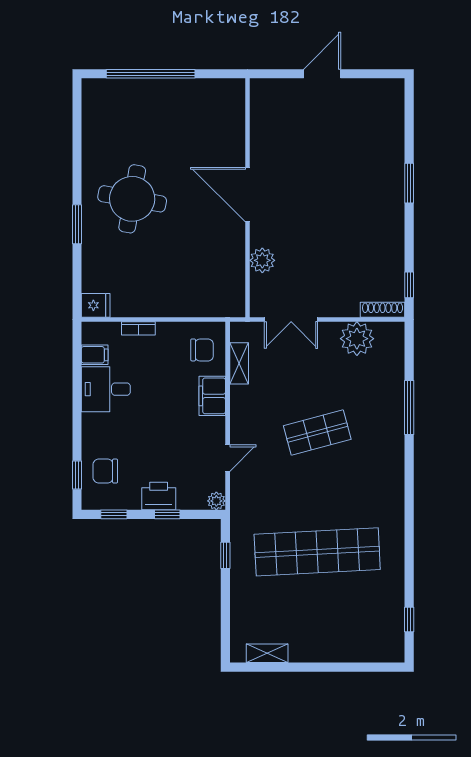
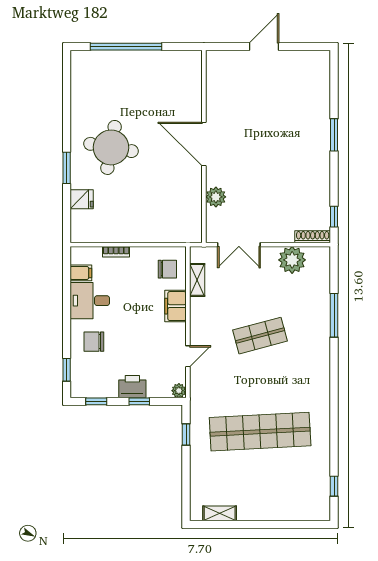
fridge: (96, 305) -> (82, 199), moved
chair: (105, 471) -> (94, 342), moved

